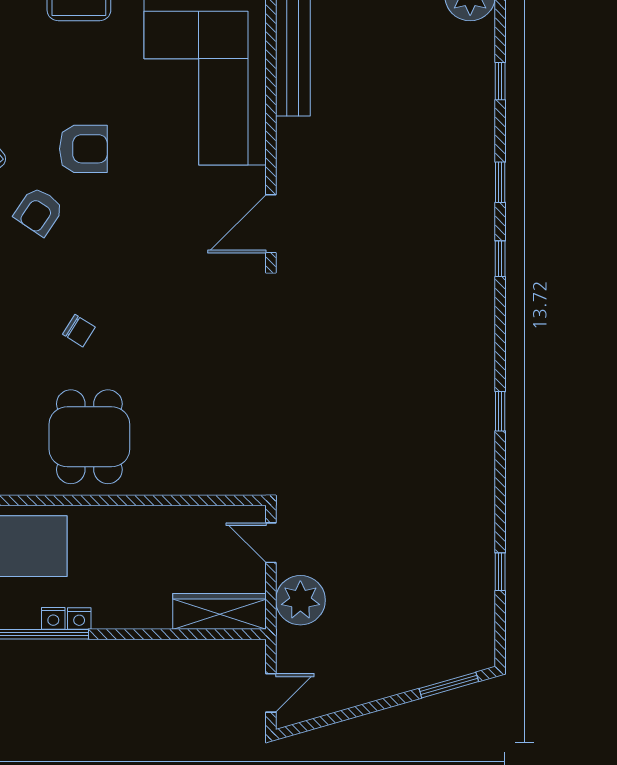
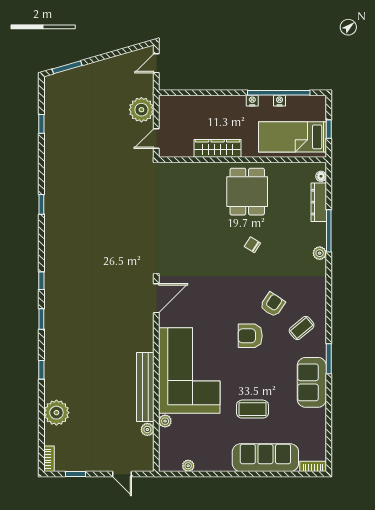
door: (271, 543) -> (156, 139), swing flipped
wardrobe: (220, 611) -> (218, 148), moved, turned 180
nightstand: (53, 618) -> (280, 101), moved

